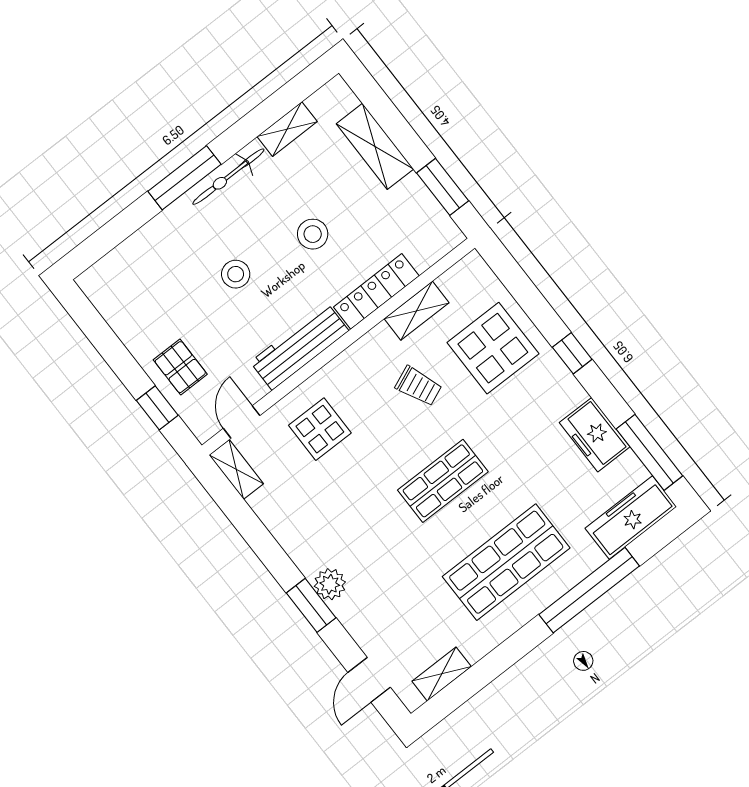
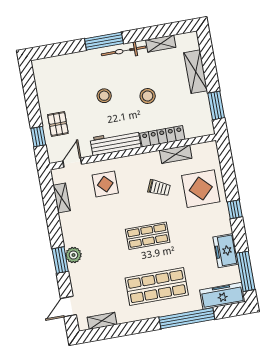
trolley: (418, 386) -> (159, 188), turned -43
shelving: (236, 469) -> (62, 198), moved

